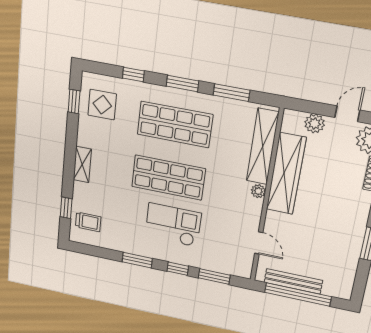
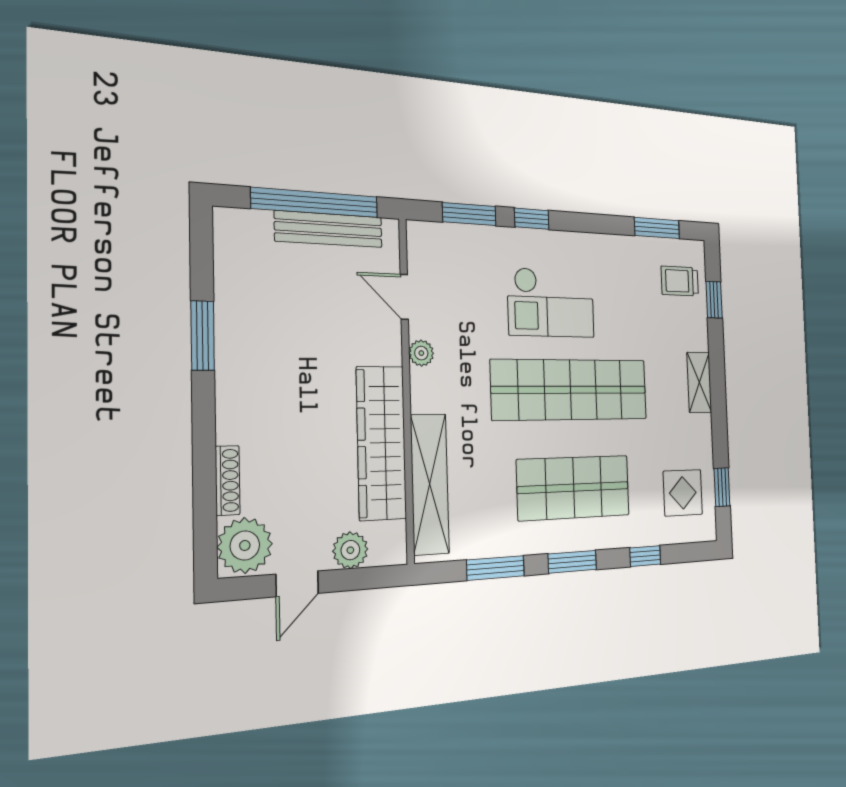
shop shelf: (168, 178) -> (570, 390), width x1.40
plant: (258, 191) -> (421, 353), moved
window: (137, 260) -> (657, 228), moved

